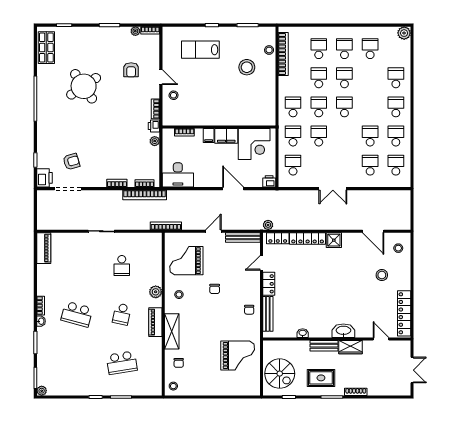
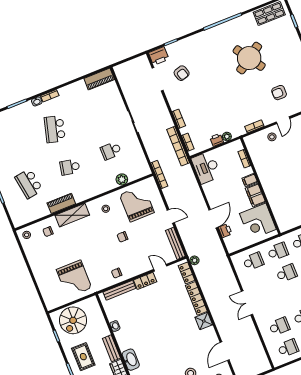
printer: (154, 126) -> (217, 140), moved
printer: (269, 181) -> (225, 231), moved
plant: (156, 292) -> (122, 179), moved
piano: (155, 322) -> (61, 203), moved

